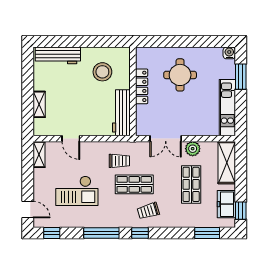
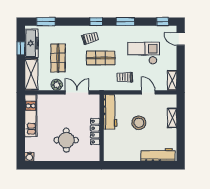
stool: (102, 72) -> (139, 123), moved
window: (241, 77) -> (21, 139), removed
trolley: (119, 161) -> (125, 77), moved
freezer: (226, 204) -> (32, 43), width x1.40
window: (241, 211) -> (21, 48), moved
window: (101, 233) -> (125, 22), width x0.69

